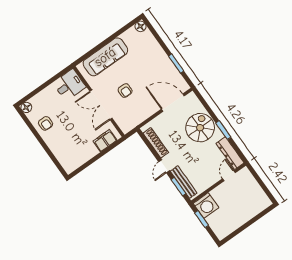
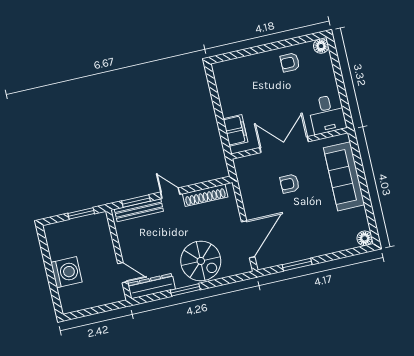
washing machine: (206, 205) -> (66, 272), moved, turned 180

